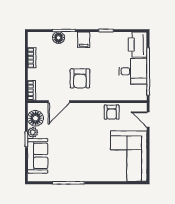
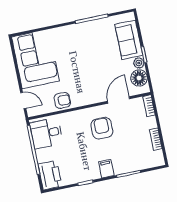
floor lamp: (59, 38) -> (133, 165), removed
desk: (133, 71) -> (46, 133), moved
armchair: (112, 112) -> (62, 100), turned 90

